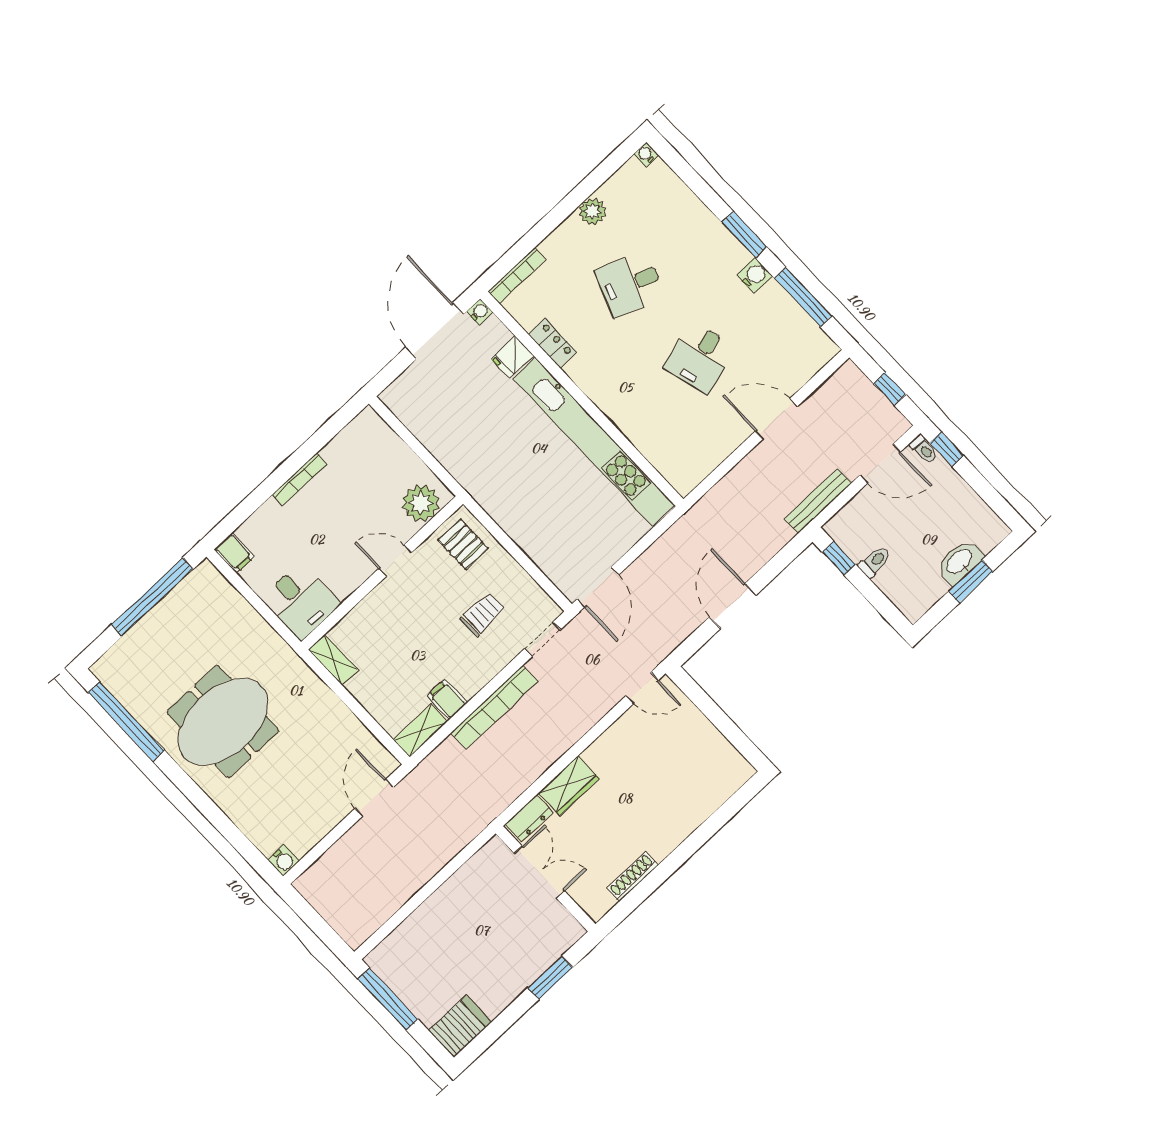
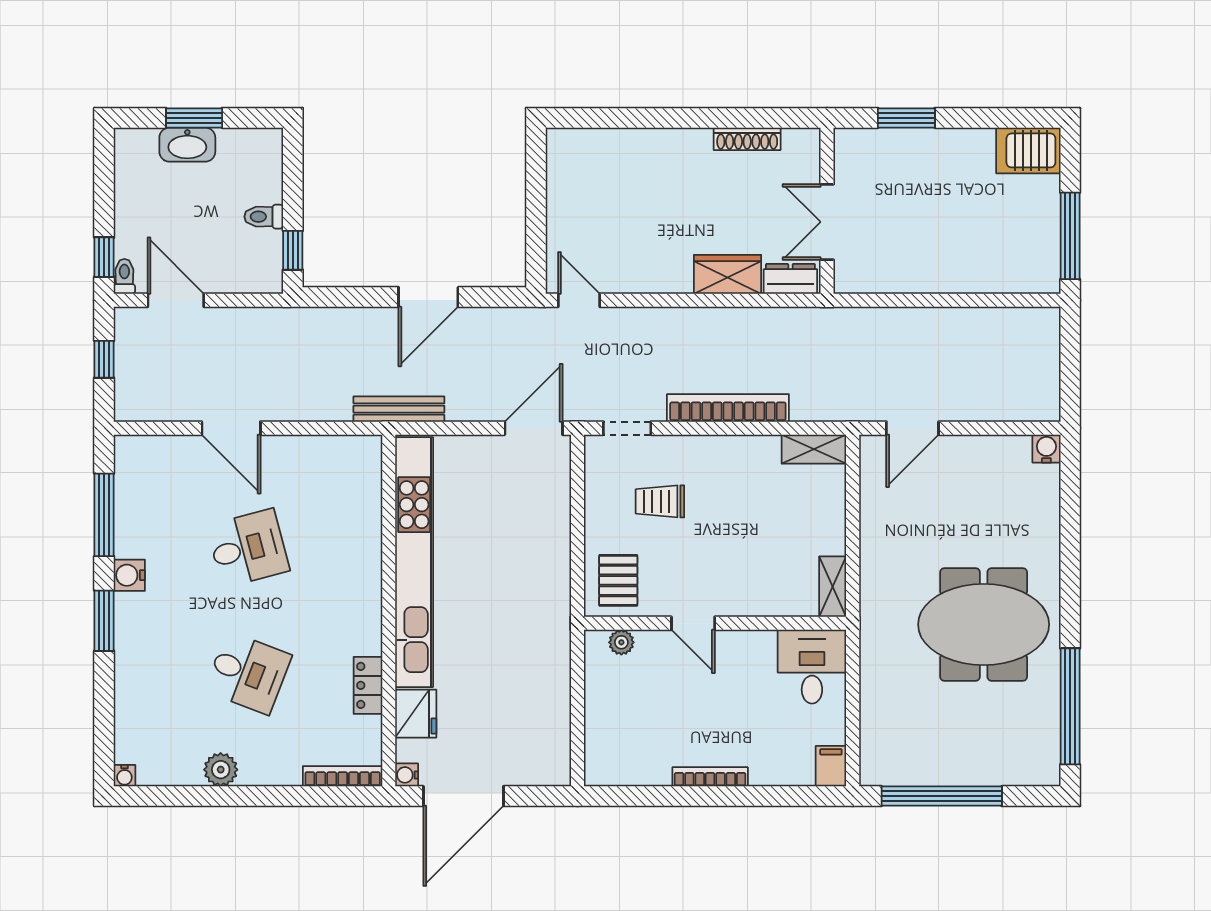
fridge: (512, 357) -> (416, 714), width x1.38
bench: (818, 501) -> (399, 409), moved
plant: (421, 503) -> (621, 642), width x0.53, depth x0.53
filing cabinet: (447, 699) -> (764, 455), removed

